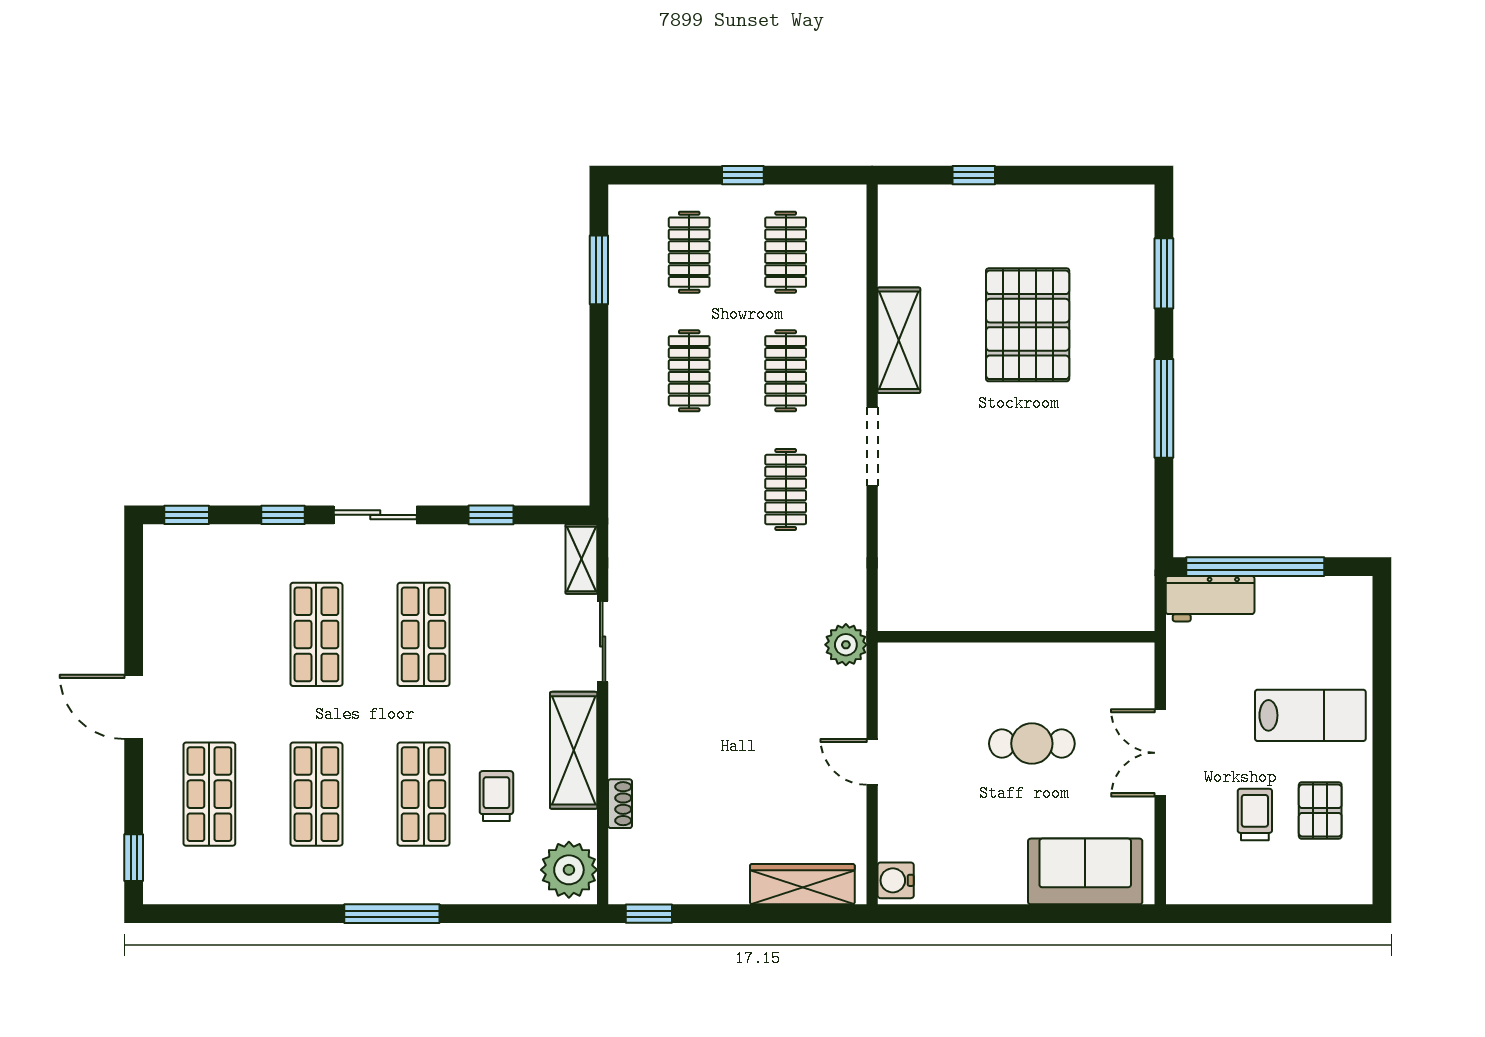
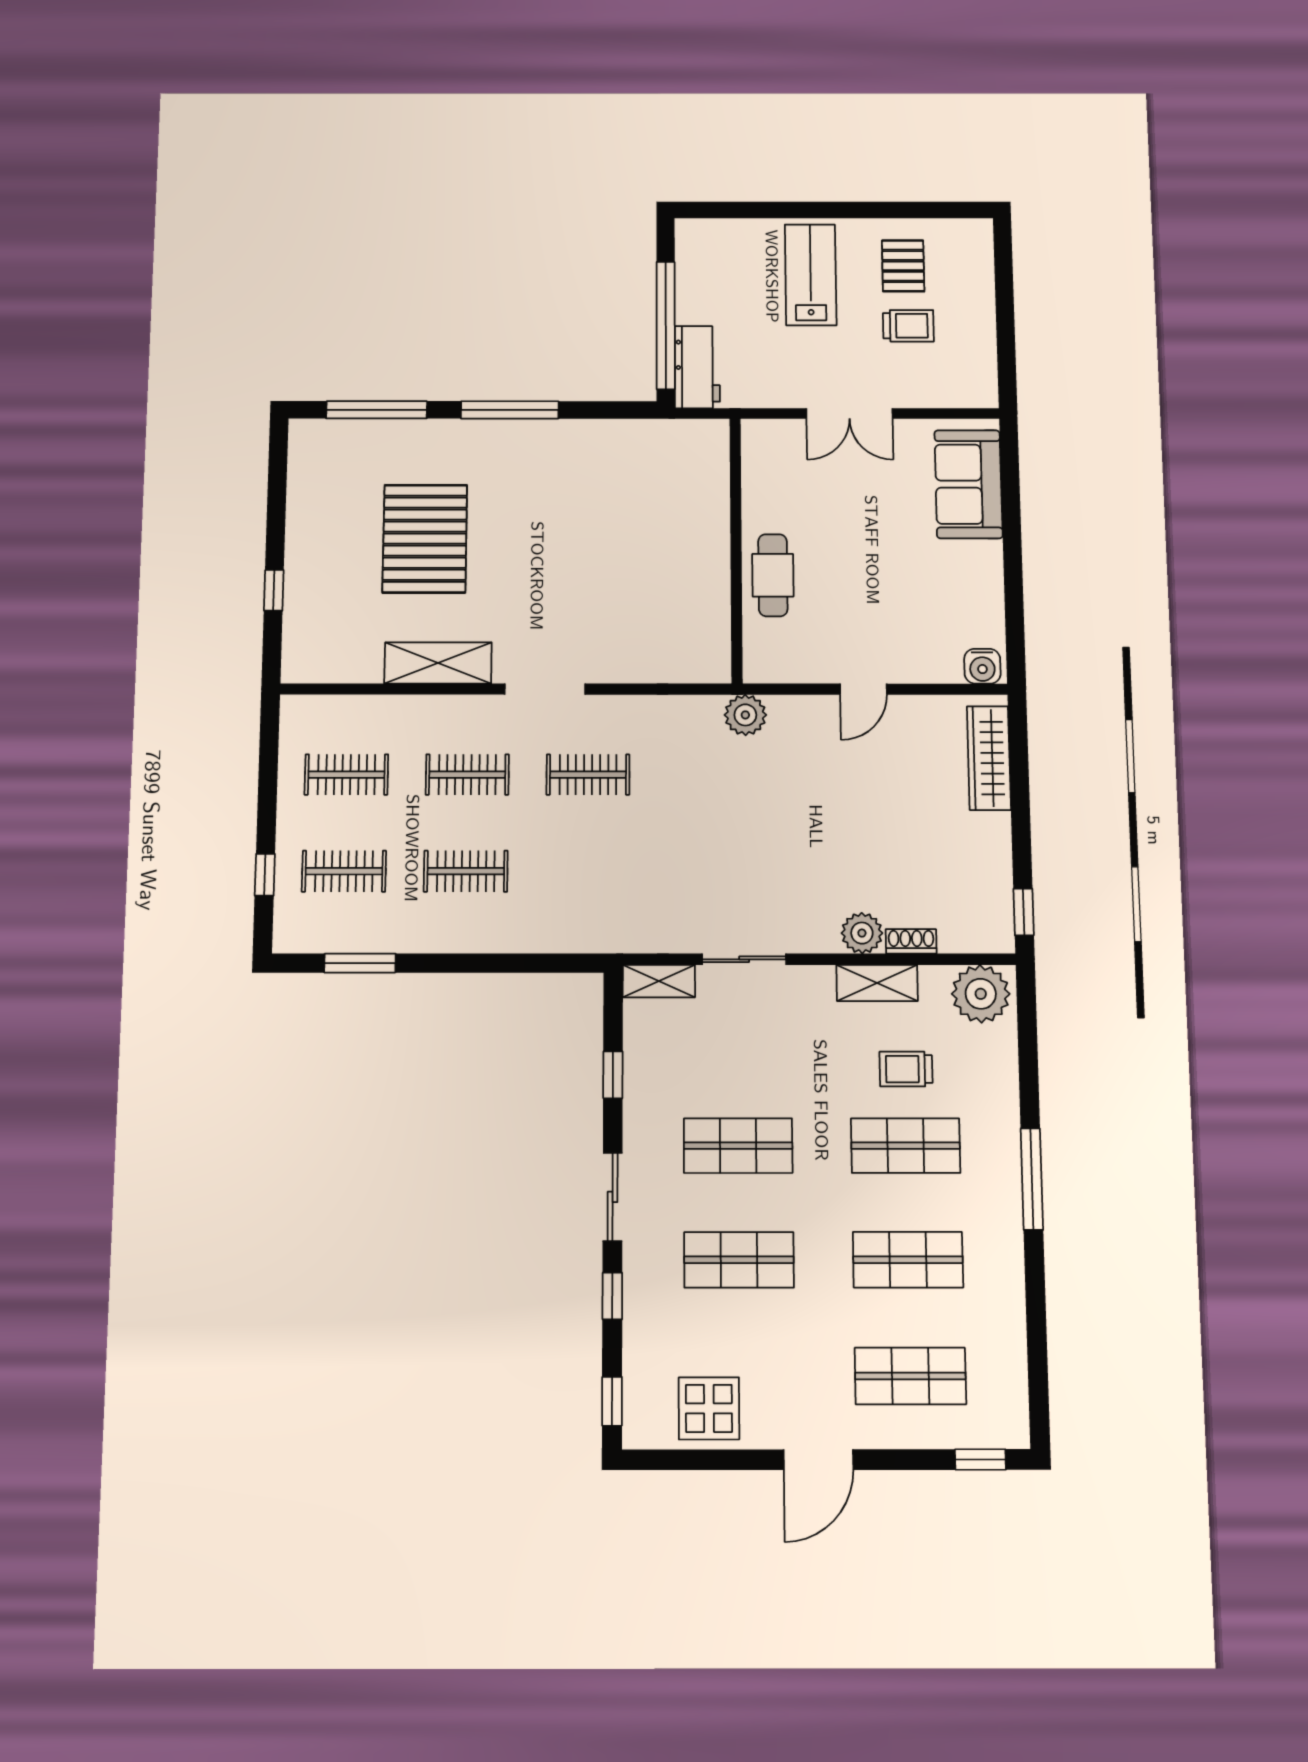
window: (743, 175) -> (265, 875), moved
window: (1164, 273) -> (377, 410), width x1.44
pallet: (1028, 325) -> (425, 539), turned 90
display table: (180, 605) -> (709, 1408), added
cafe table: (1032, 744) -> (773, 575), moved
shelving: (574, 750) -> (877, 983), width x0.67, depth x0.75
plant: (628, 756) -> (862, 933), added
pallet: (1320, 811) -> (903, 266), turned 90
trolley: (1255, 814) -> (908, 326), turned 180

